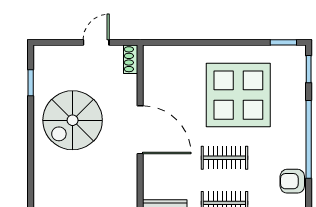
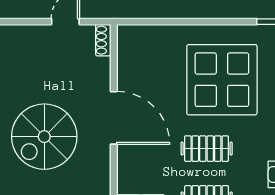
spiral stairs: (73, 120) -> (44, 137), moved

